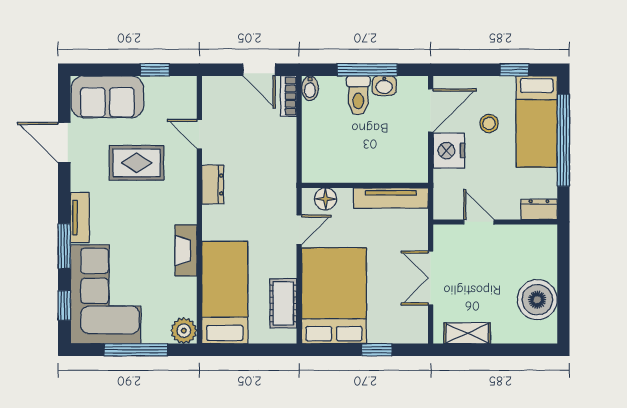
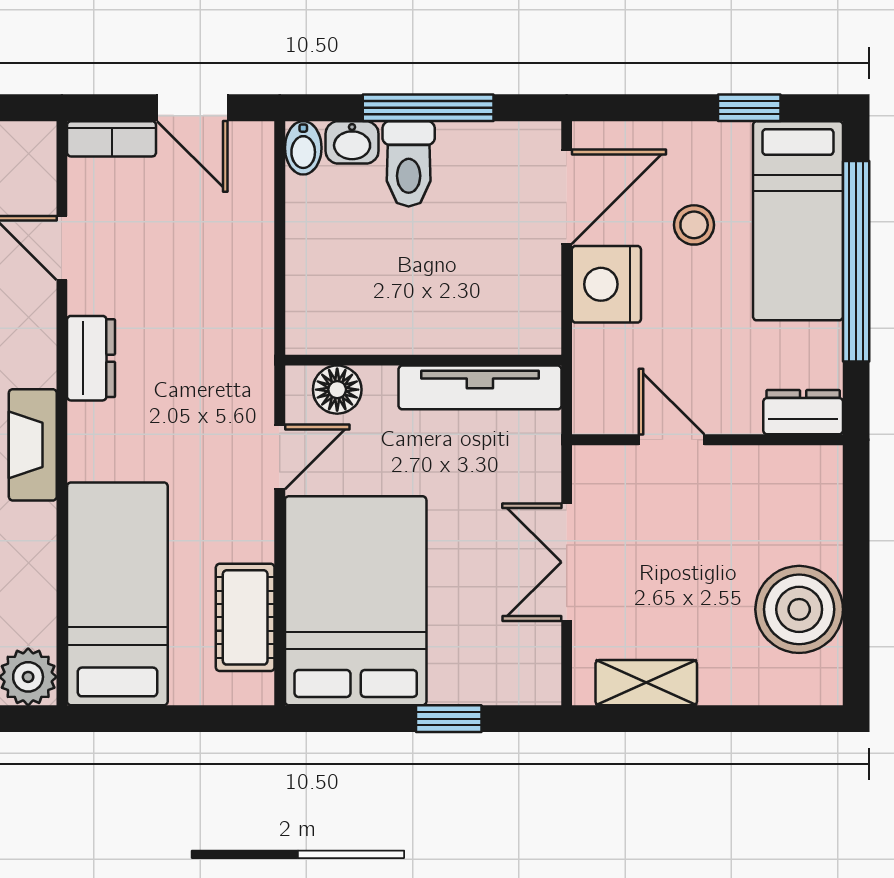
washbasin: (384, 86) -> (352, 142), moved
bookcase: (289, 96) -> (112, 139), moved, turned -90
fireplace: (186, 250) -> (33, 445), moved

